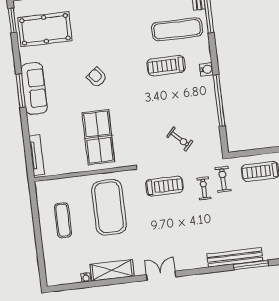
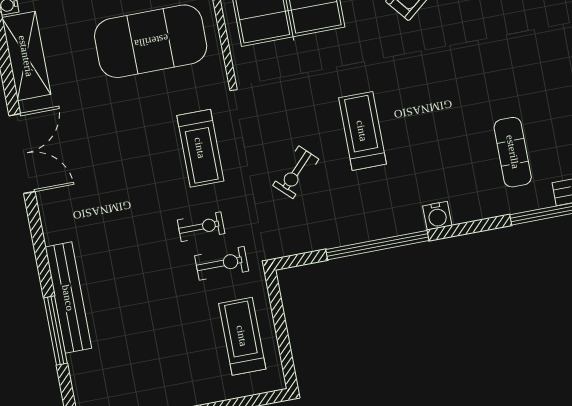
exercise mat: (177, 29) -> (513, 152), width x0.73, depth x0.69
treadmill: (166, 66) -> (362, 131), moved
double door: (161, 276) -> (22, 154), width x1.37

